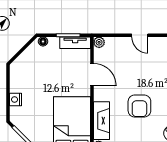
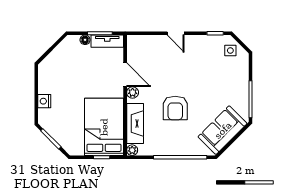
floor lamp: (43, 41) -> (85, 40), moved
plant: (99, 42) -> (133, 92), moved

